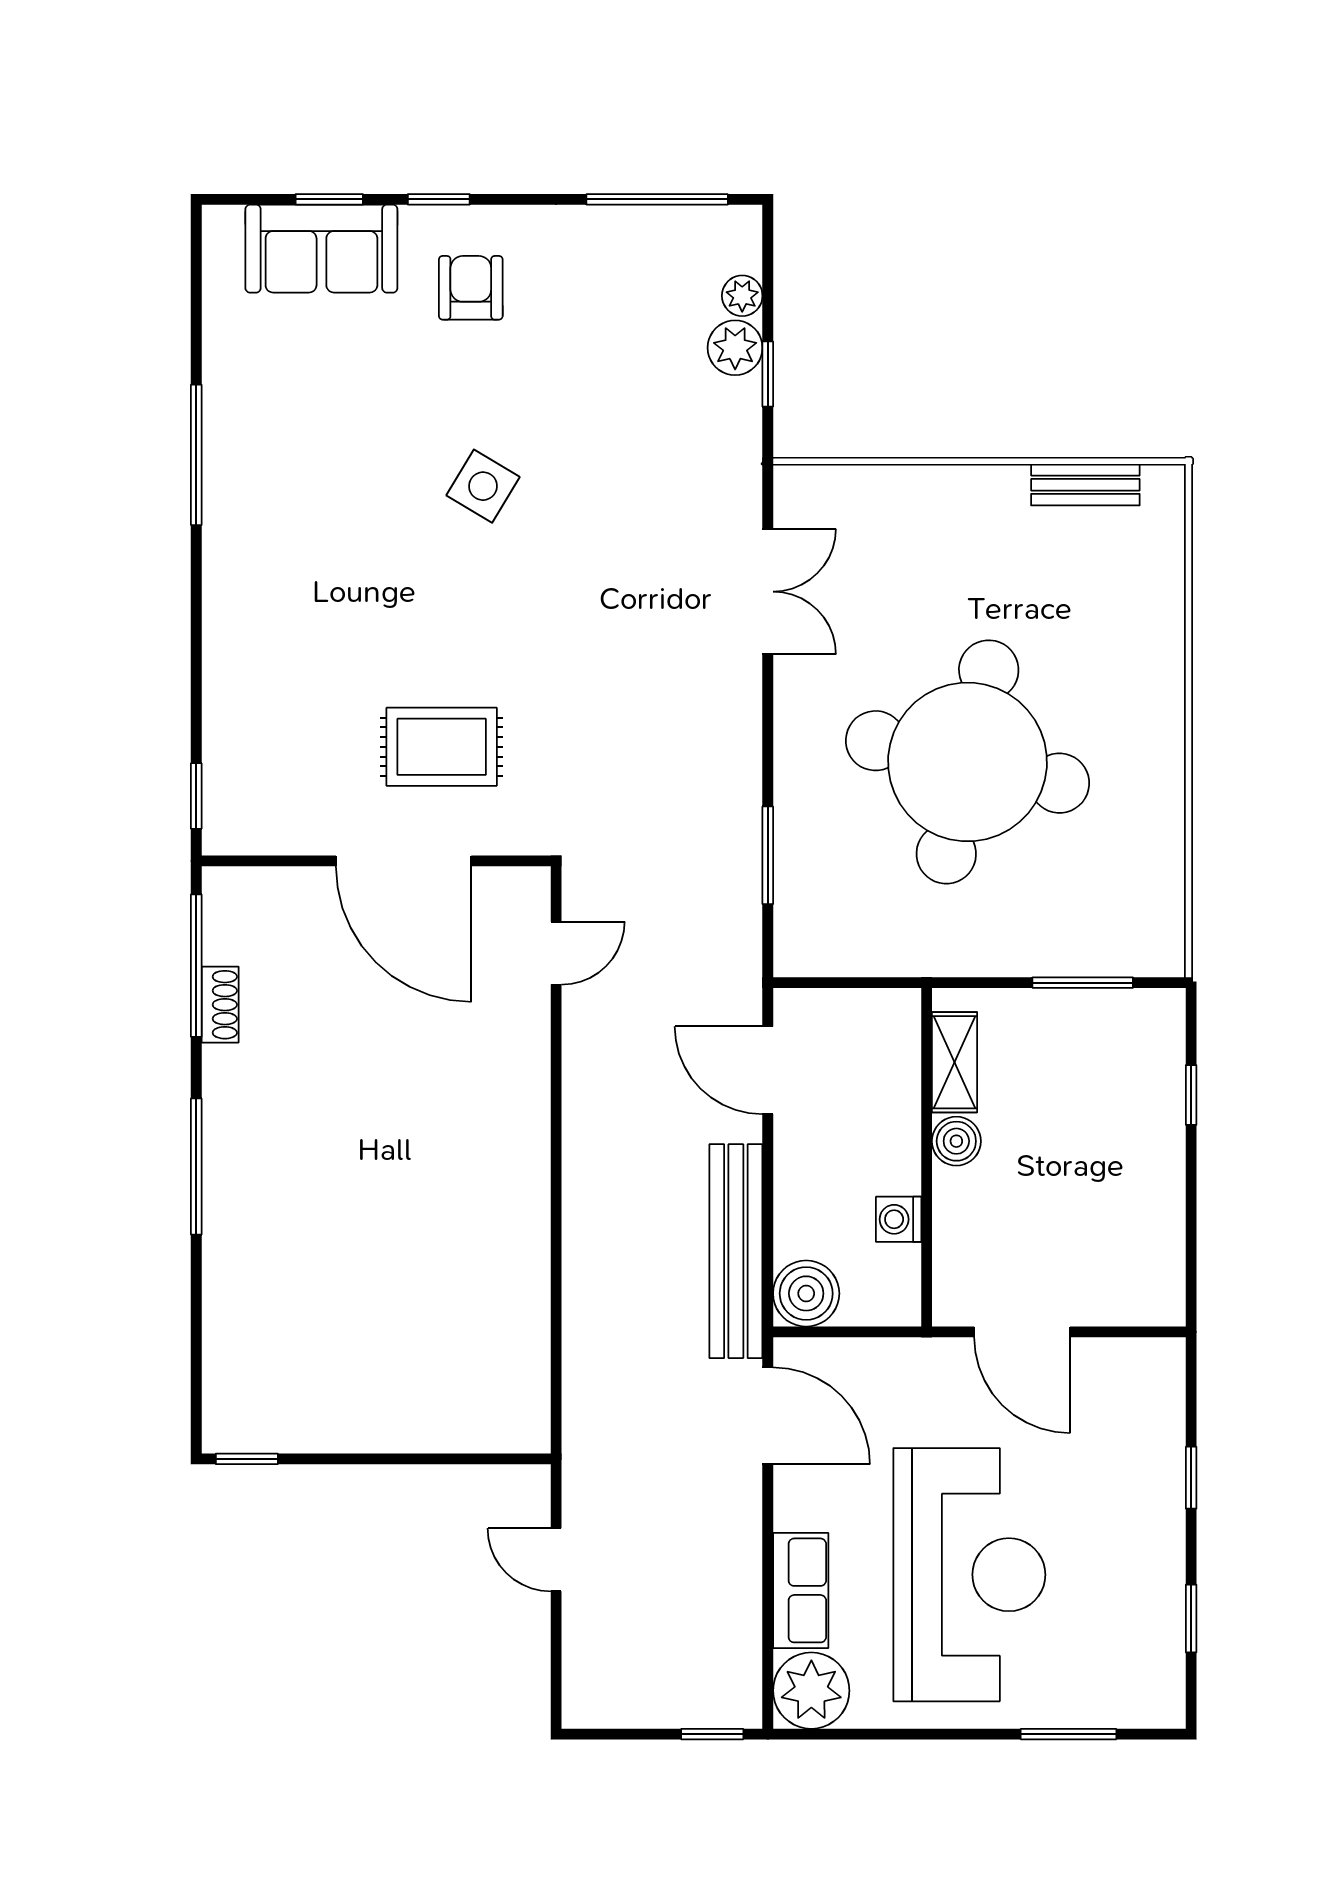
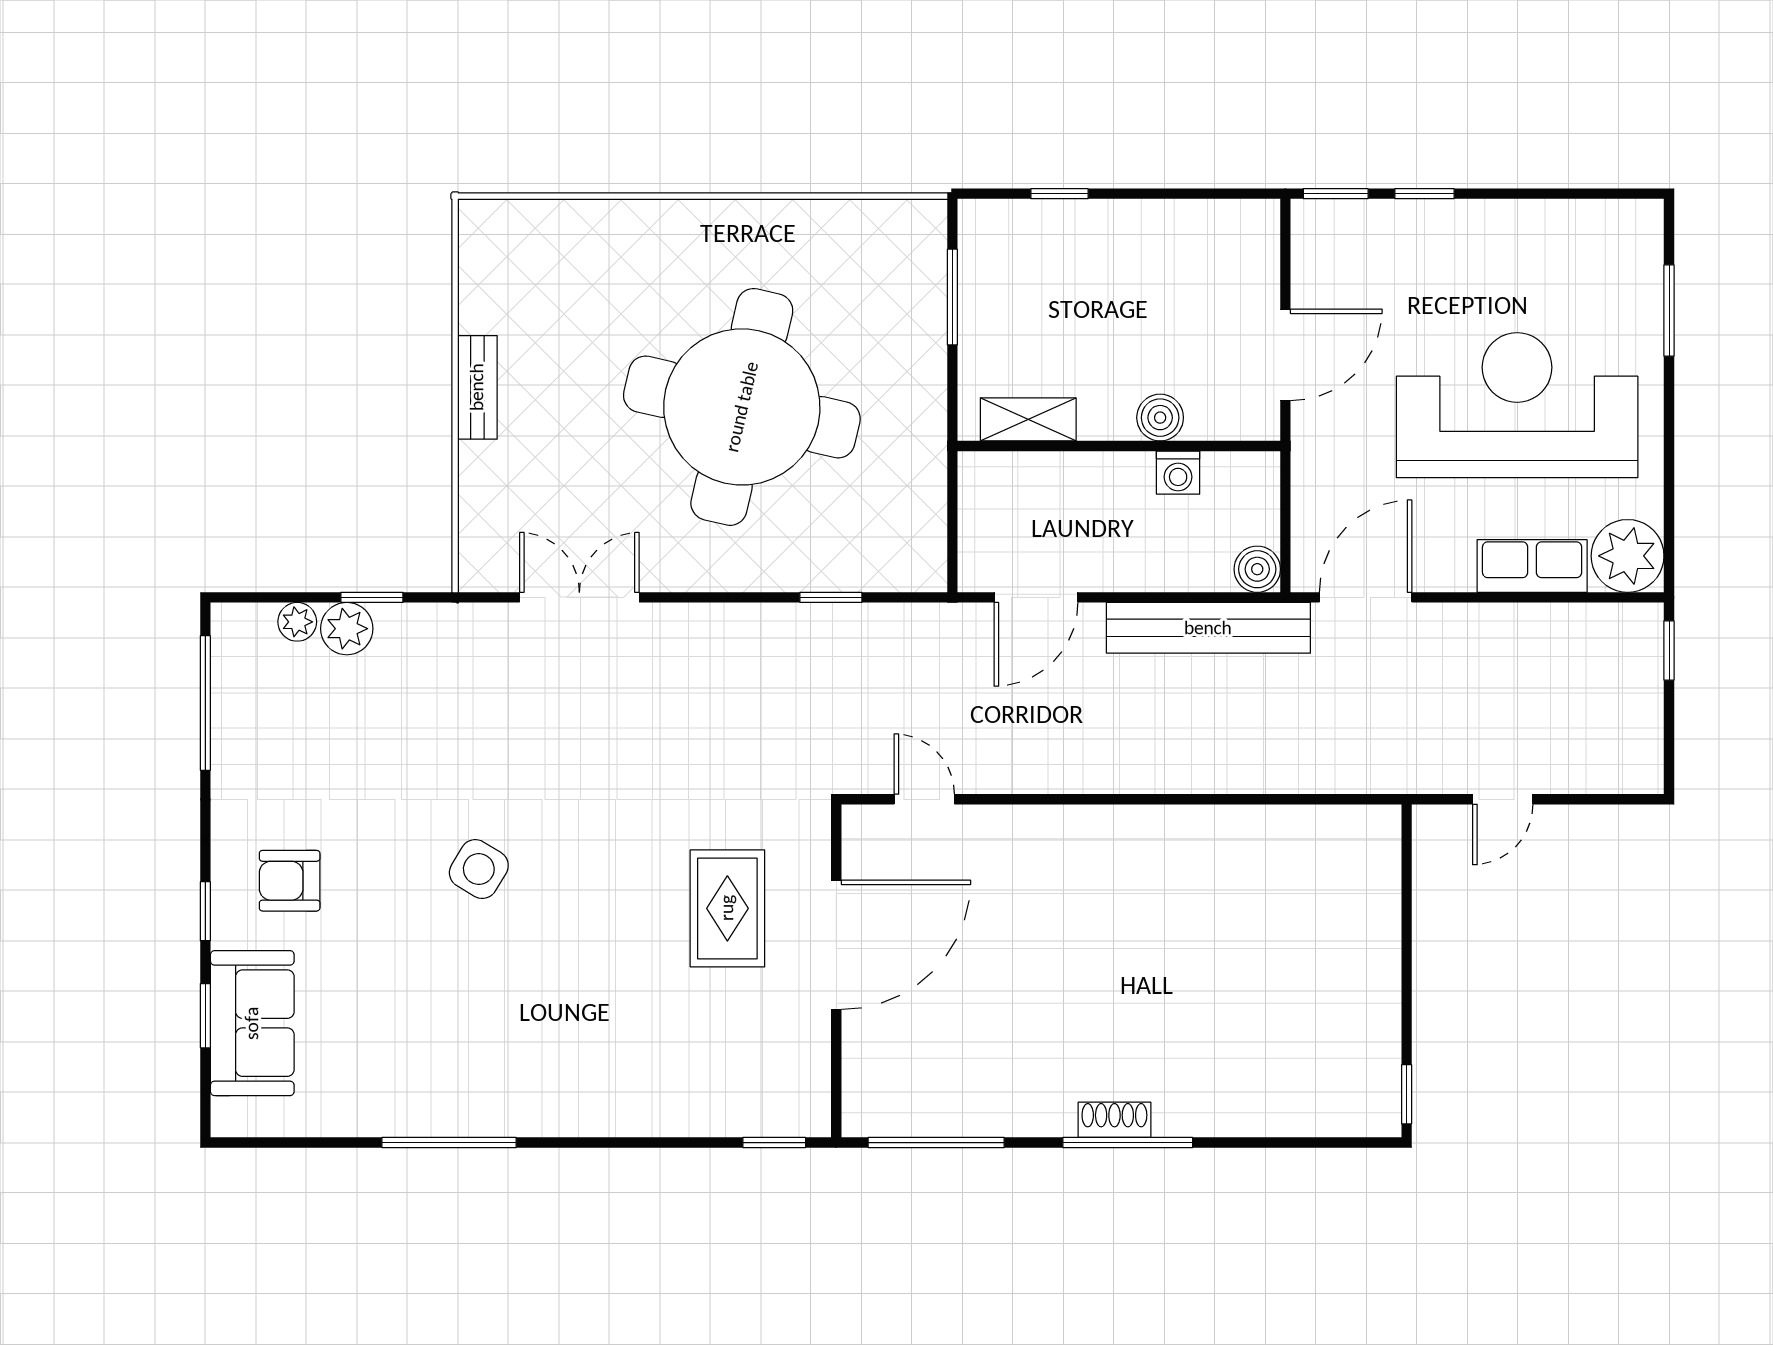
bench: (1085, 485) -> (477, 387), moved
window: (768, 855) -> (831, 597), width x0.67
shoe rack: (220, 1005) -> (1114, 1120), moved
boiler: (956, 1141) -> (1160, 418), moved
boiler: (806, 1293) -> (1257, 569), width x0.73, depth x0.73
window: (1191, 1618) -> (1336, 194), moved

